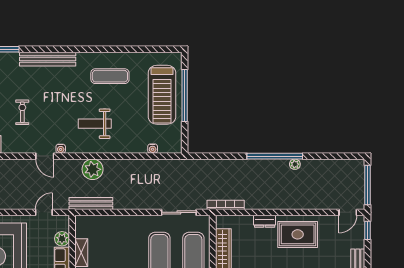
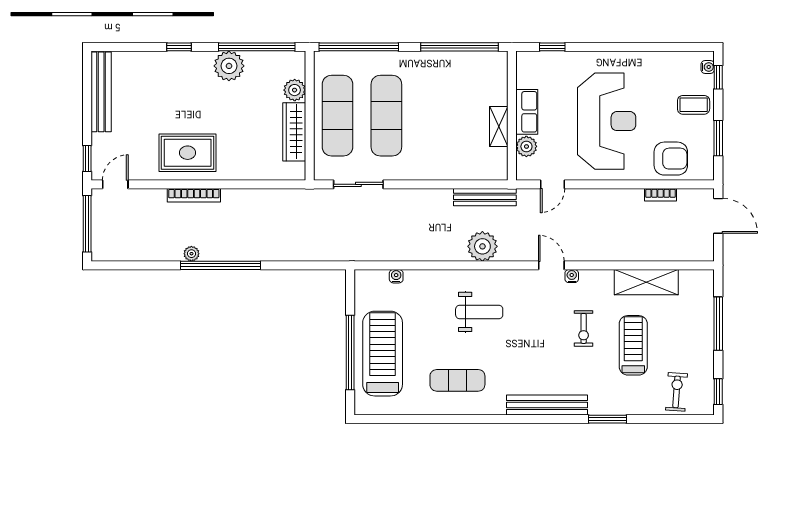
water cooler: (61, 149) -> (572, 276), moved
bookcase: (226, 205) -> (194, 195), moved
dresser: (265, 221) -> (235, 172), removed

